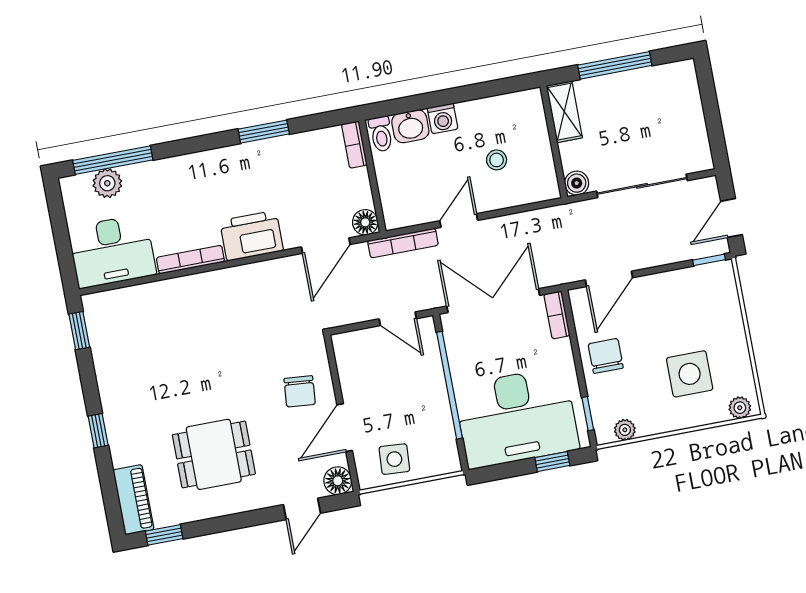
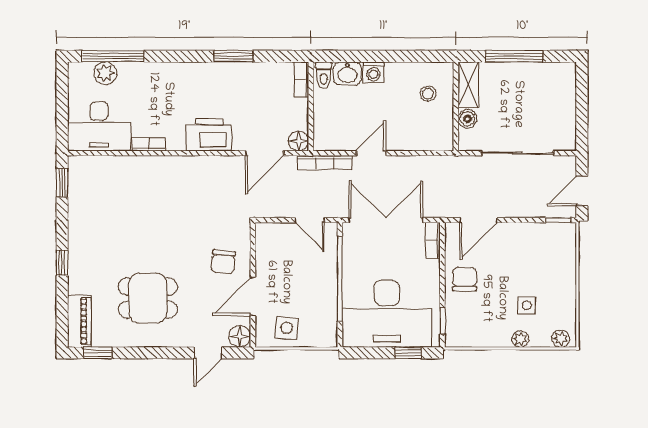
stool: (497, 160) -> (428, 94), moved
boiler: (577, 183) -> (467, 119), moved
bookcase: (190, 260) -> (149, 144), width x0.64
side table: (690, 374) -> (527, 305), width x0.54, depth x0.54
plant: (625, 430) -> (520, 339), moved

